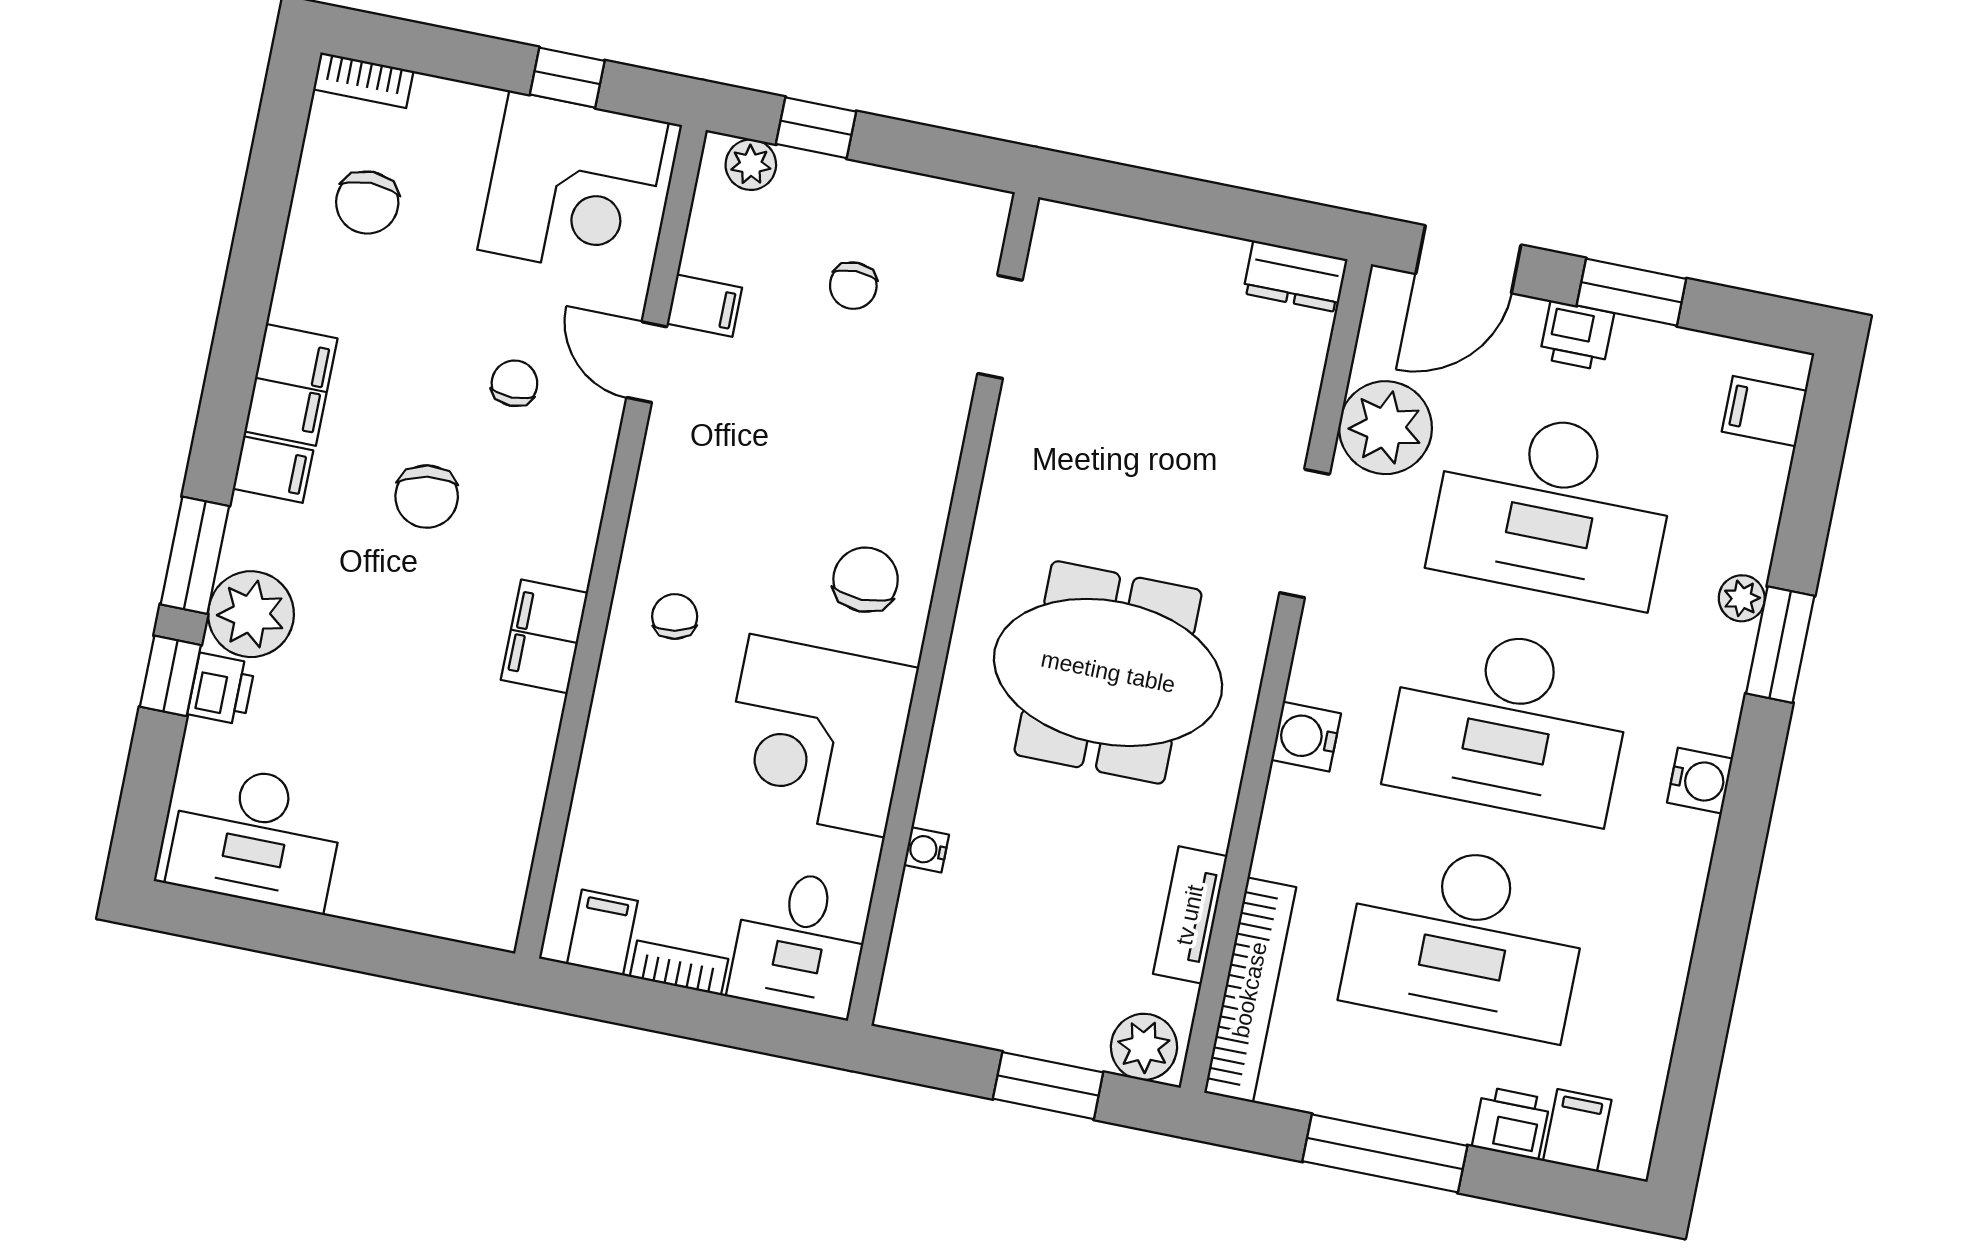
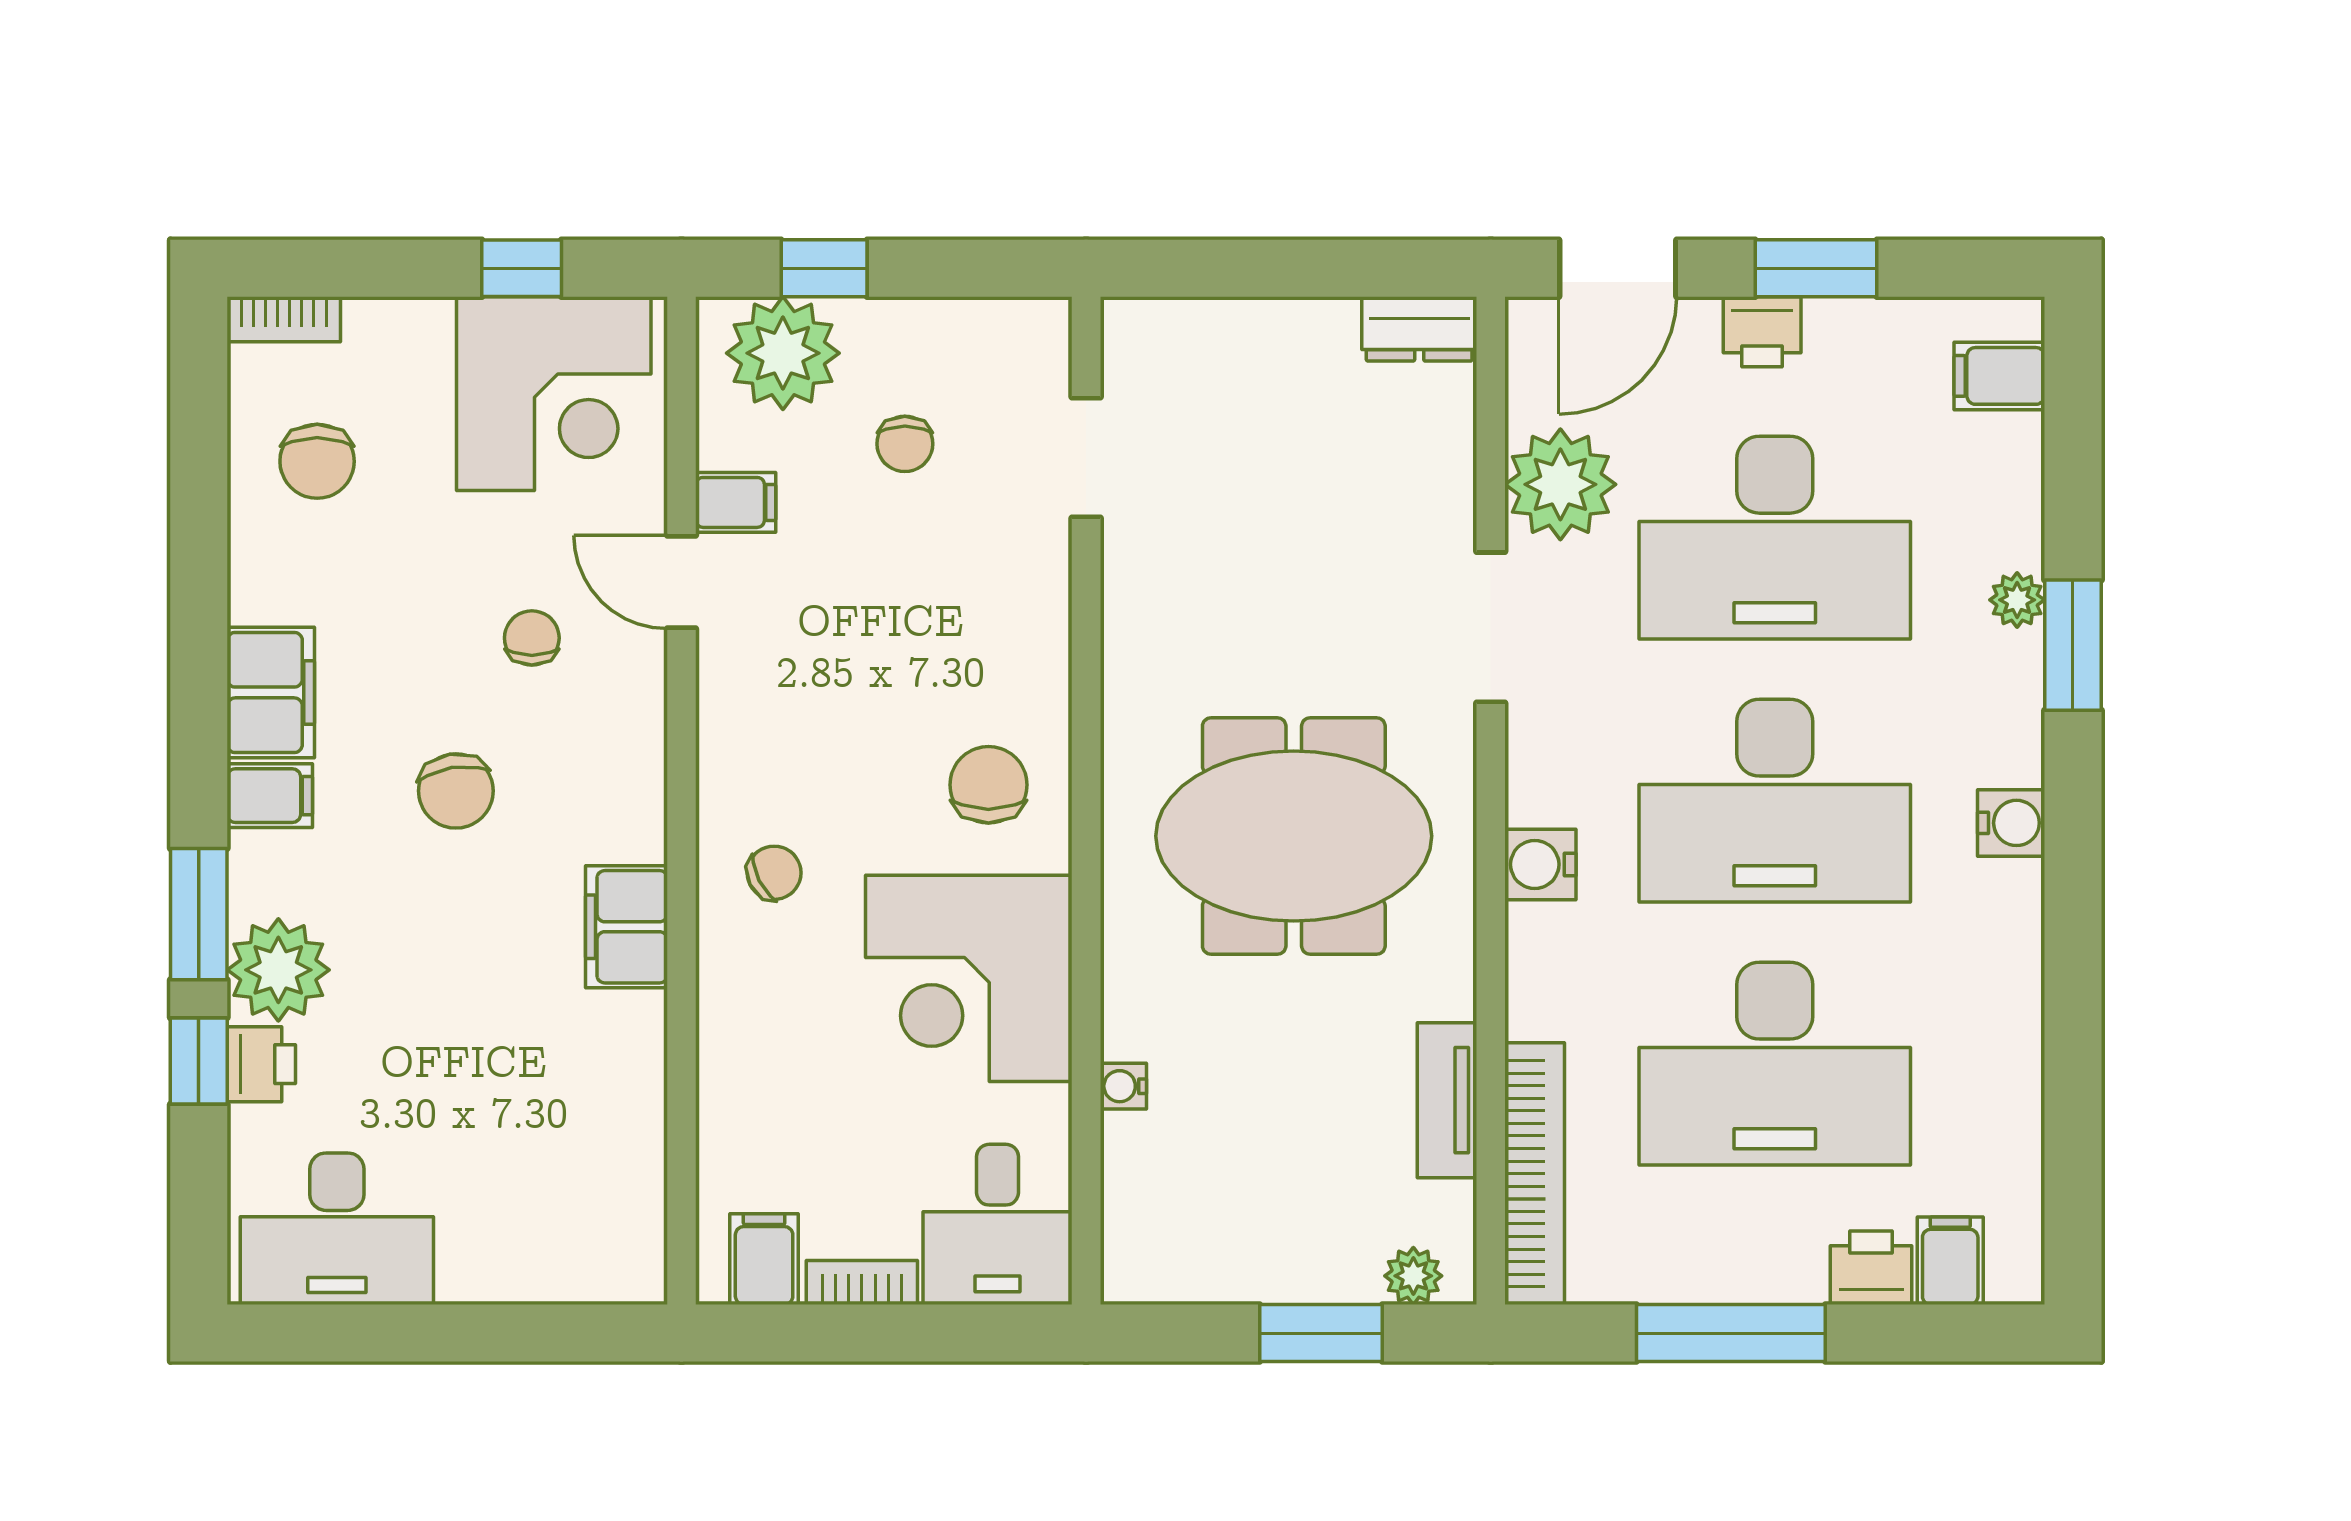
plant: (751, 165) -> (783, 353), width x1.88, depth x1.88
chair: (675, 617) -> (774, 873), turned 75
plant: (1144, 1047) -> (1413, 1276), width x0.73, depth x0.73

